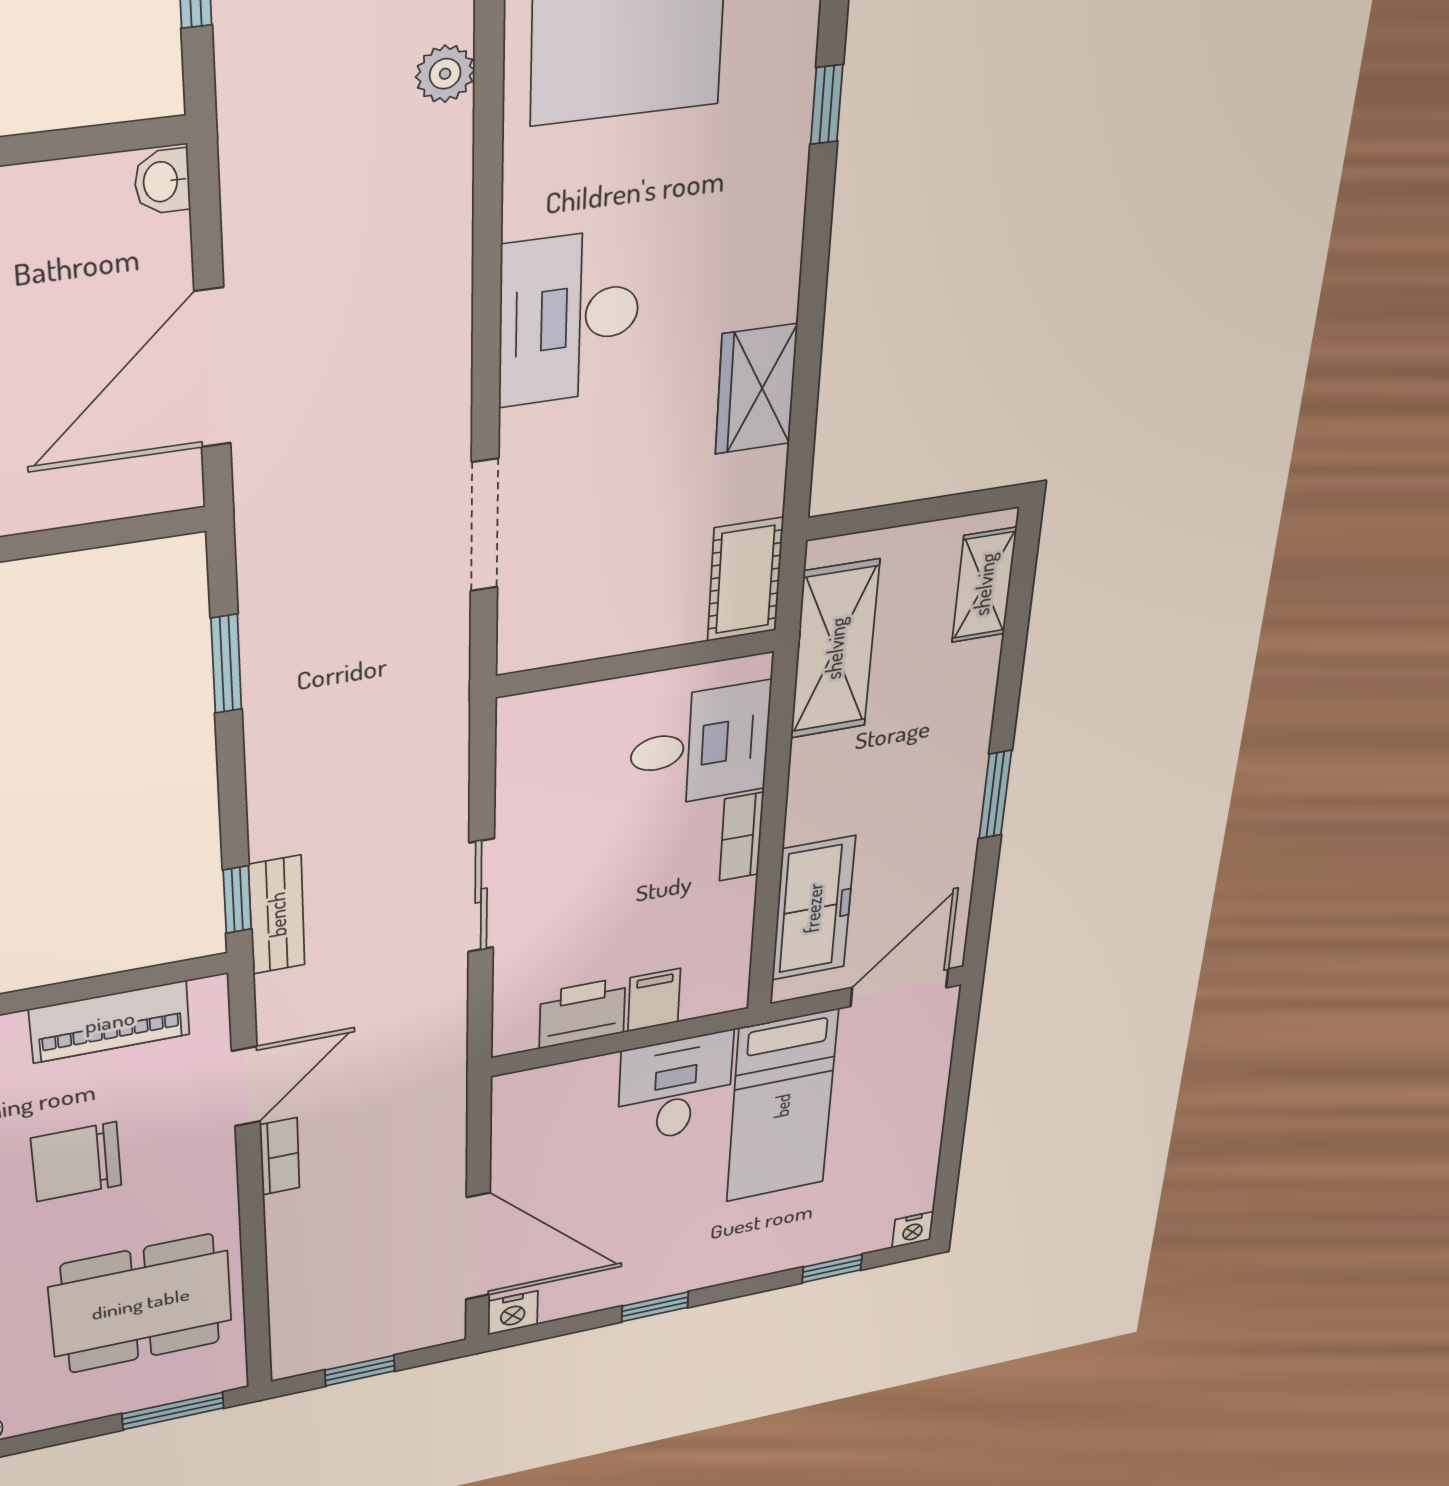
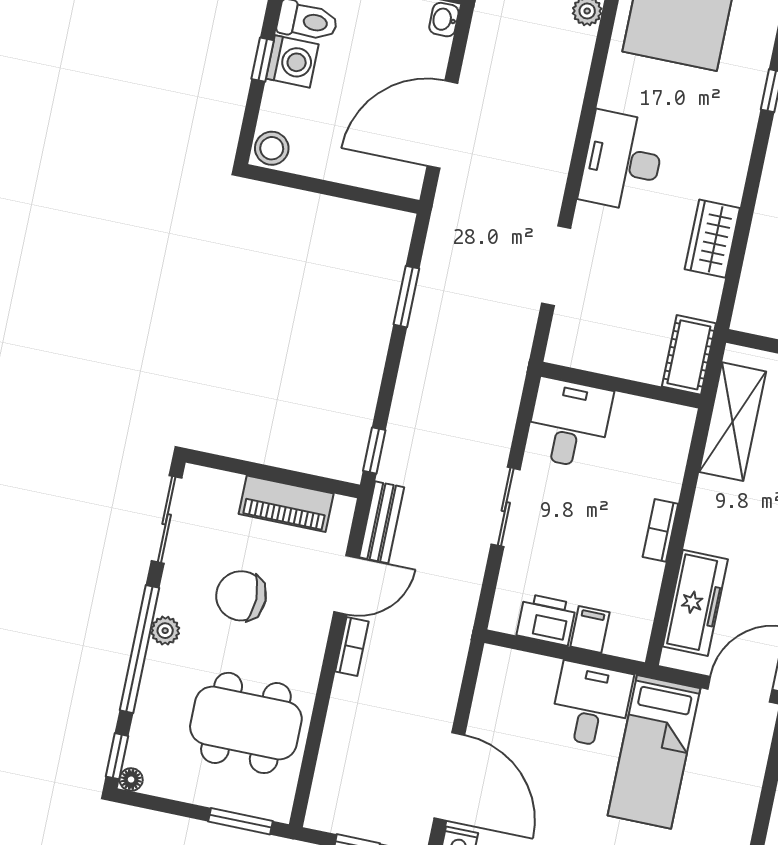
desk: (700, 746) -> (569, 423), moved, turned -90
bench: (277, 915) -> (382, 522), moved

